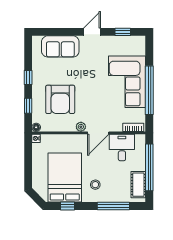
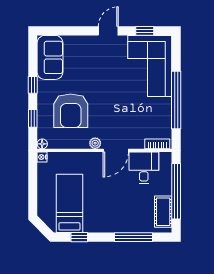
sofa: (60, 46) -> (50, 57), moved, turned -90
corner sofa: (127, 82) -> (150, 66), moved
bed: (65, 178) -> (69, 203), width x0.67
stool: (95, 185) -> (112, 212), removed

